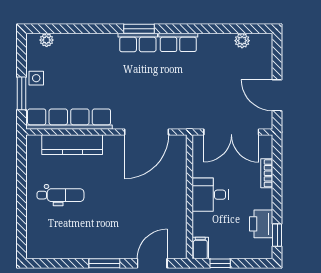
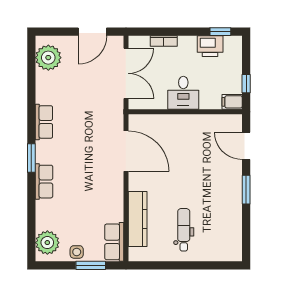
plant: (47, 40) -> (47, 243), width x1.88, depth x1.88
plant: (242, 41) -> (48, 58), width x1.87, depth x1.87
row of seats: (138, 42) -> (44, 182), moved
row of seats: (69, 119) -> (114, 242), width x0.50

